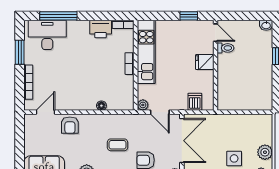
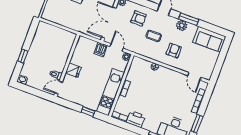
window: (189, 16) -> (88, 112), moved
door: (215, 33) -> (59, 88), hinge flipped
dishwasher: (195, 102) -> (101, 50), moved
door: (46, 112) -> (194, 76), hinge flipped
armchair: (70, 125) -> (174, 51), moved

